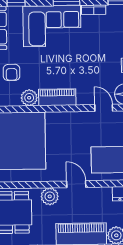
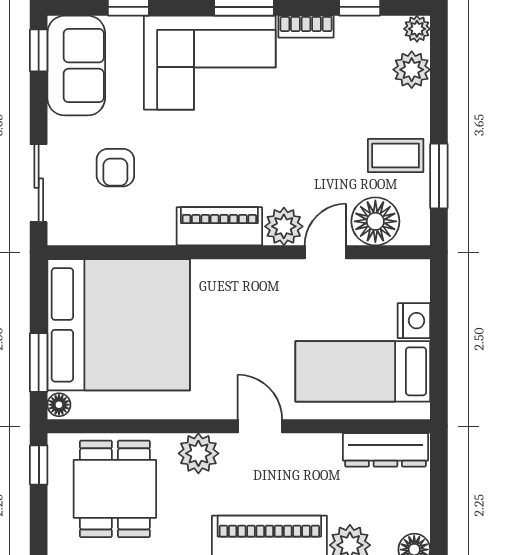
plant: (29, 98) -> (284, 226), moved
door: (104, 108) -> (326, 252), hinge flipped

